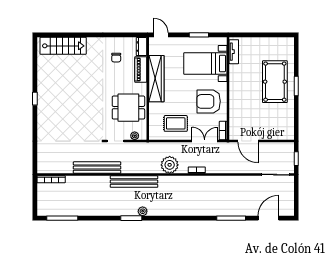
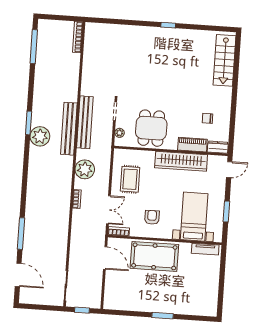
pool table: (275, 82) -> (154, 256), moved
armchair: (209, 101) -> (152, 217), width x0.53, depth x0.53
door: (248, 141) -> (105, 258), swing flipped
bench: (97, 168) -> (85, 122), moved
plant: (143, 211) -> (40, 136), width x1.88, depth x1.88

